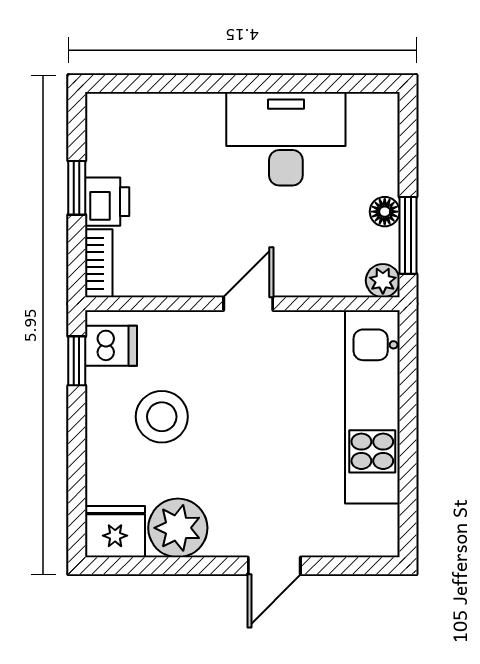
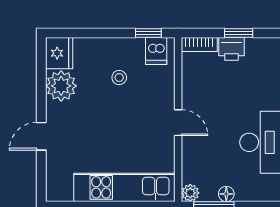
stool: (162, 417) -> (119, 78), width x0.53, depth x0.53
door: (274, 566) -> (41, 136), hinge flipped

